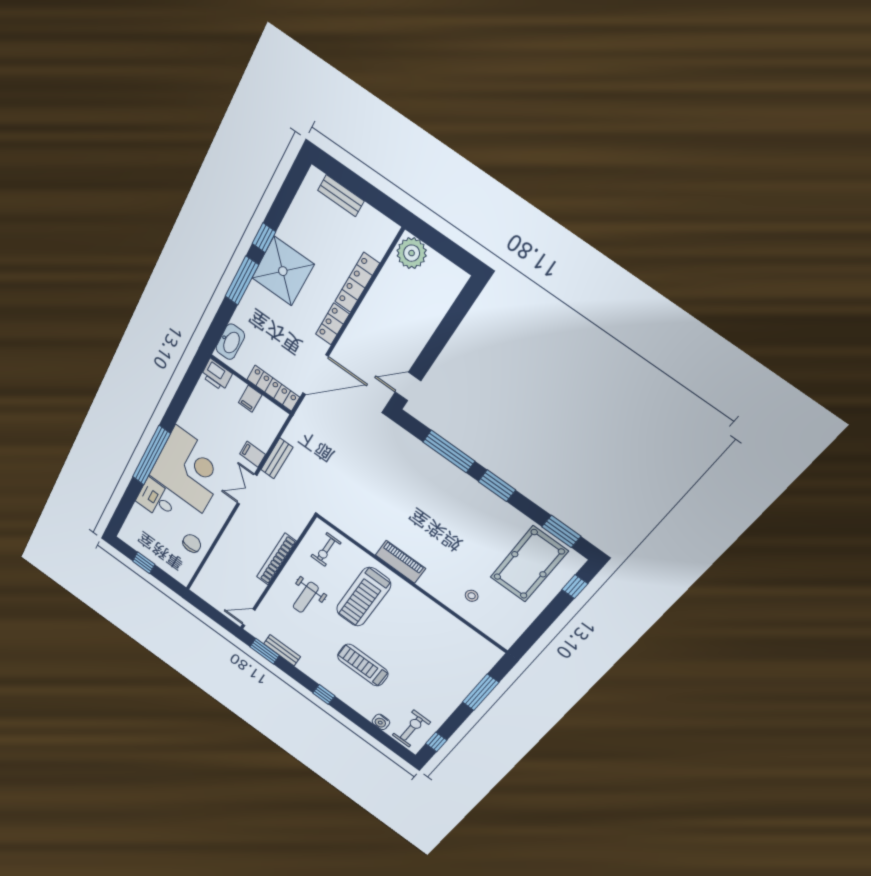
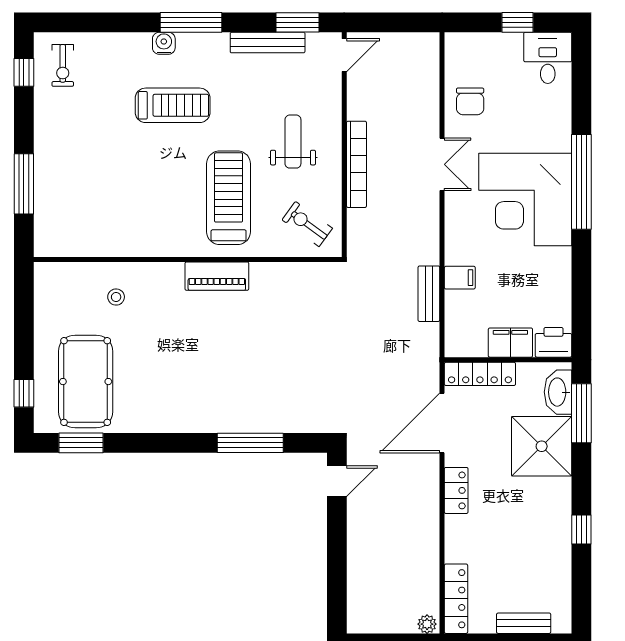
plant: (412, 253) -> (427, 624), width x0.53, depth x0.53
shower: (283, 271) -> (542, 446), moved
window: (242, 281) -> (581, 413), moved
locker: (357, 283) -> (456, 599), moved
filing cabinet: (250, 399) -> (510, 343), width x2.00
window: (497, 486) -> (178, 443), removed
double door: (247, 489) -> (442, 164), moved
desk: (156, 499) -> (548, 58), moved, turned -90
exercise bike: (326, 550) -> (307, 224), turned -54
bench: (282, 650) -> (268, 43), width x1.36
window: (324, 694) -> (191, 22), width x2.17
water cooler: (381, 722) -> (164, 43), moved
exercise bike: (411, 729) -> (63, 65), width x0.73, depth x0.72

